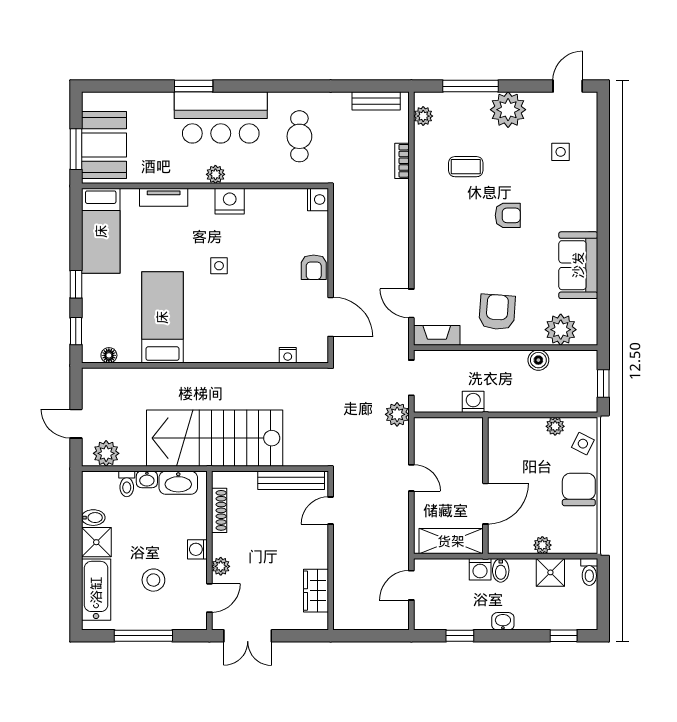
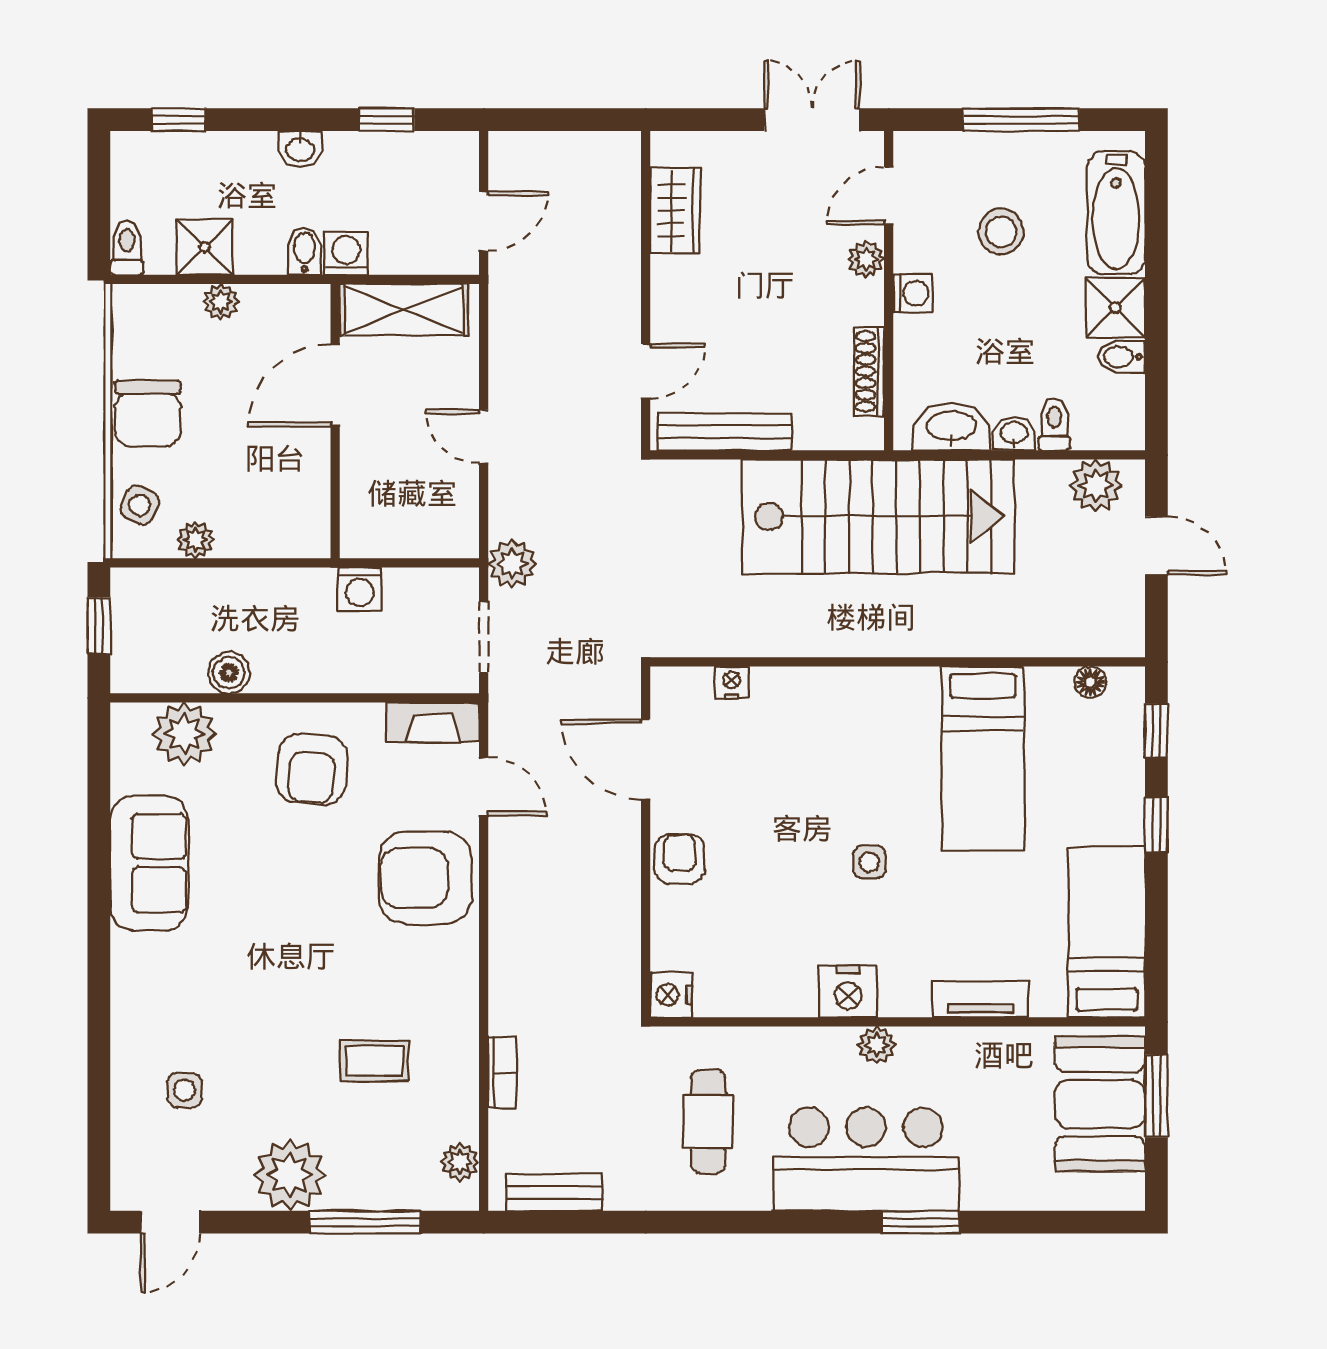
armchair: (508, 215) -> (425, 878), moved, width x1.88, depth x1.88

